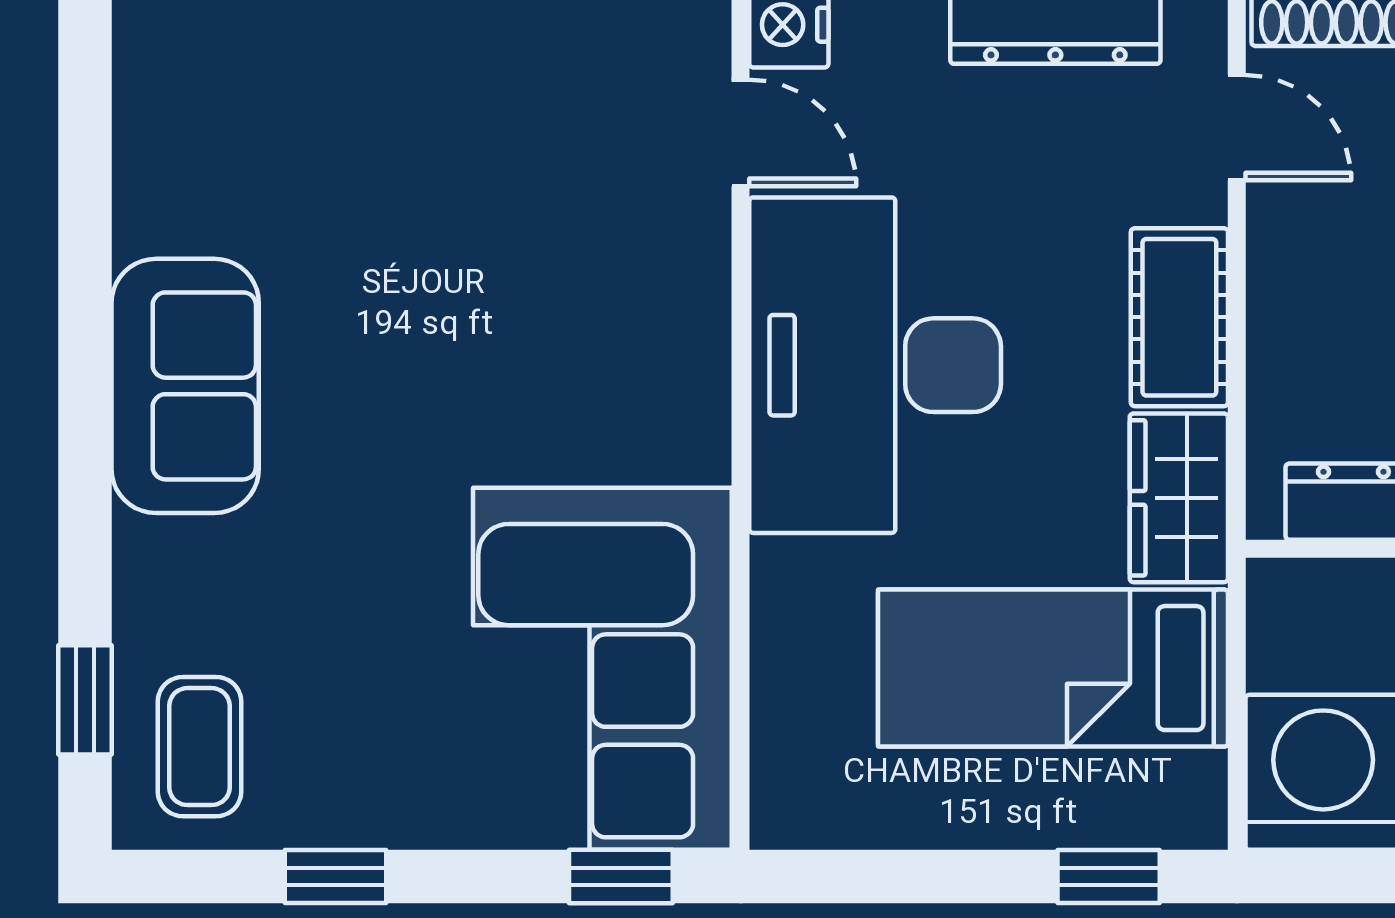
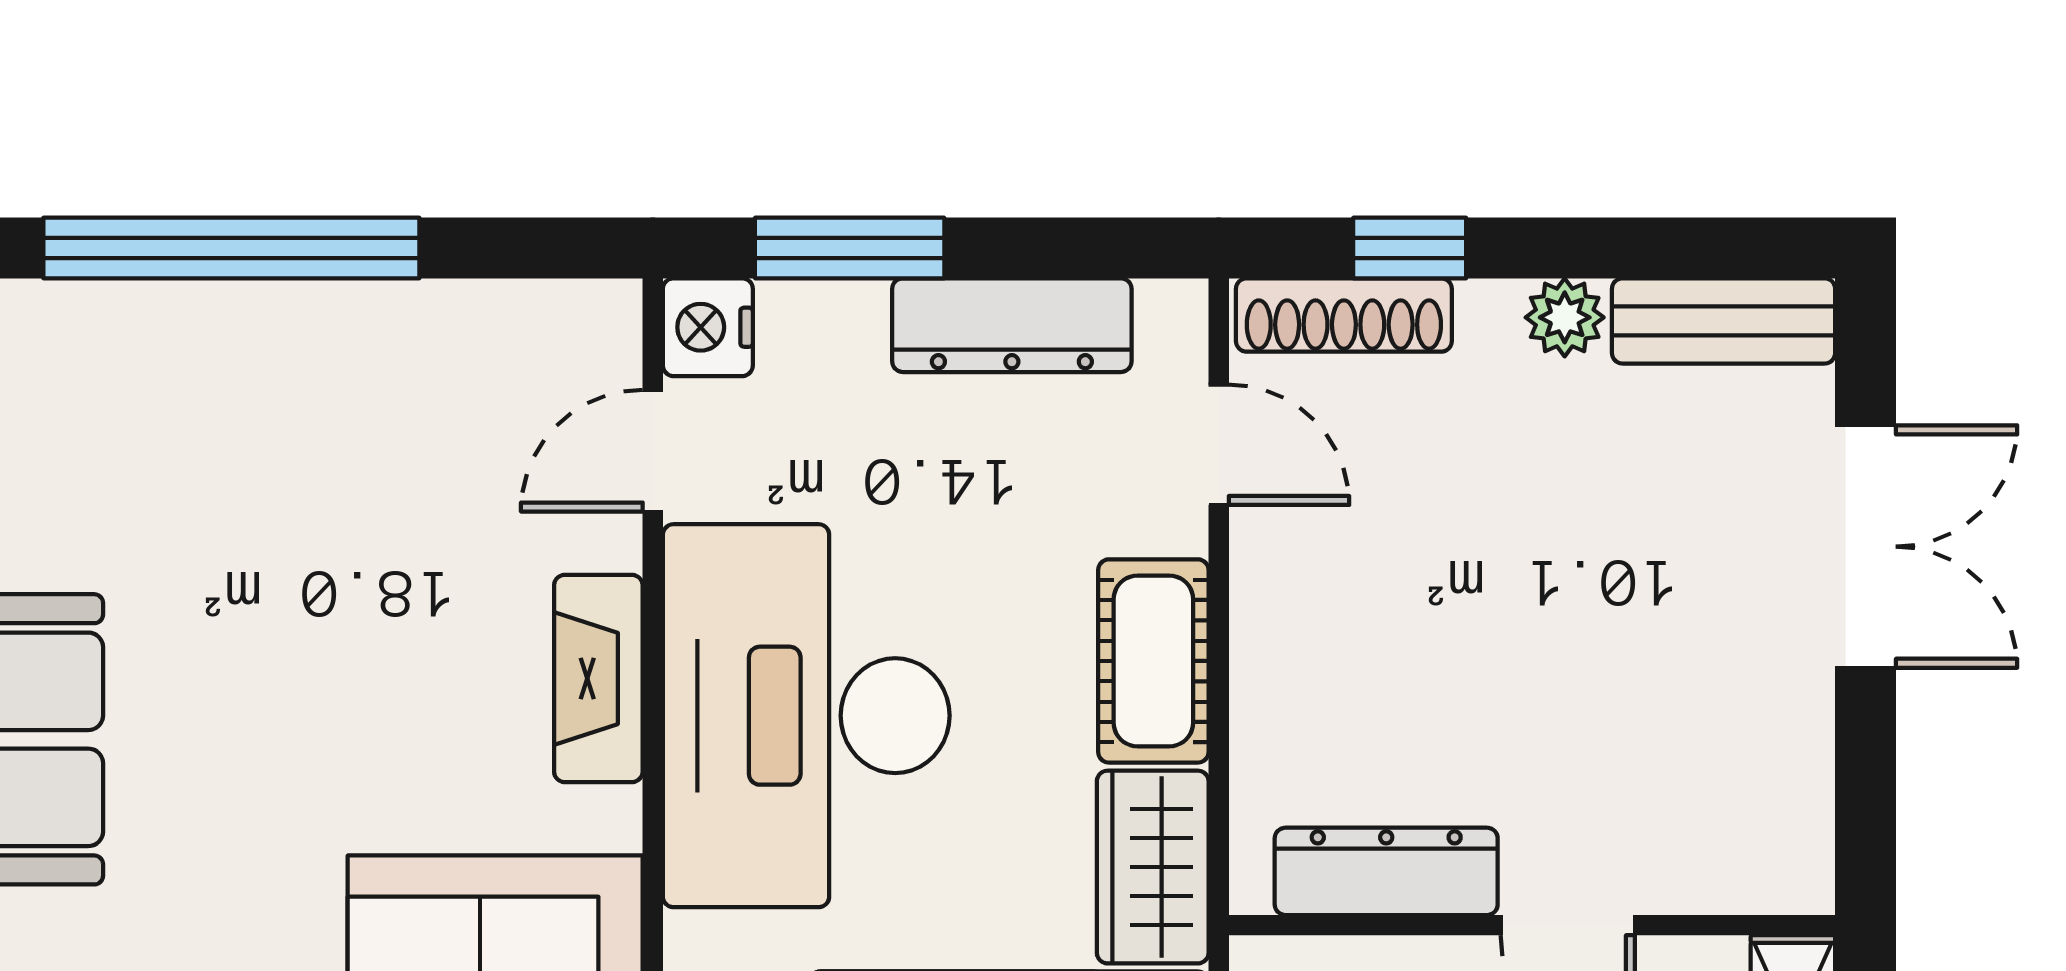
door: (741, 133) -> (653, 451), swing flipped
fireplace: (693, 333) -> (598, 678), added

